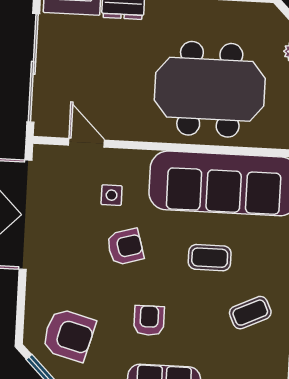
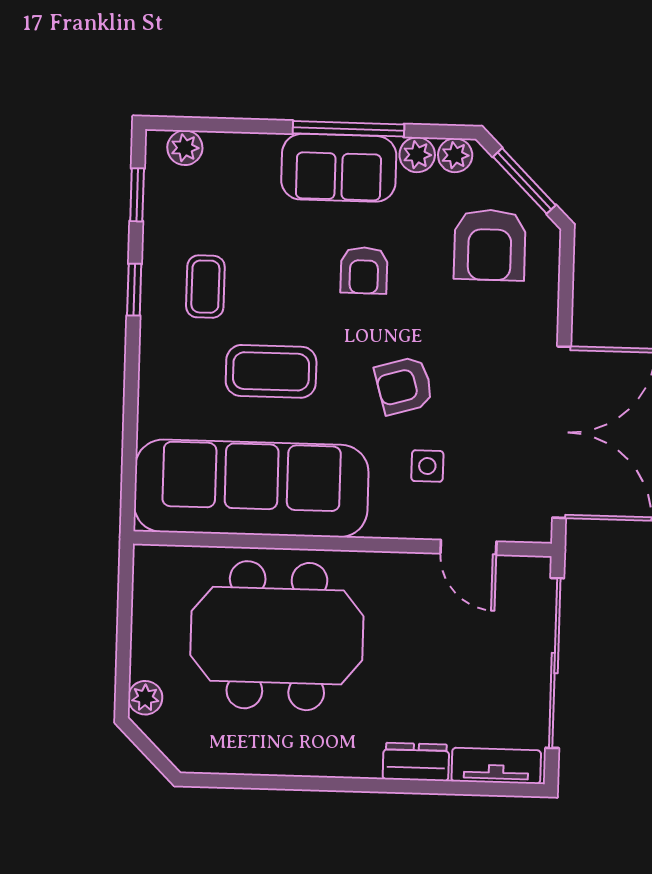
coffee table: (210, 258) -> (271, 371), width x1.36, depth x1.30
coffee table: (250, 313) -> (205, 287), turned -65
armchair: (69, 335) -> (490, 245), turned -105

